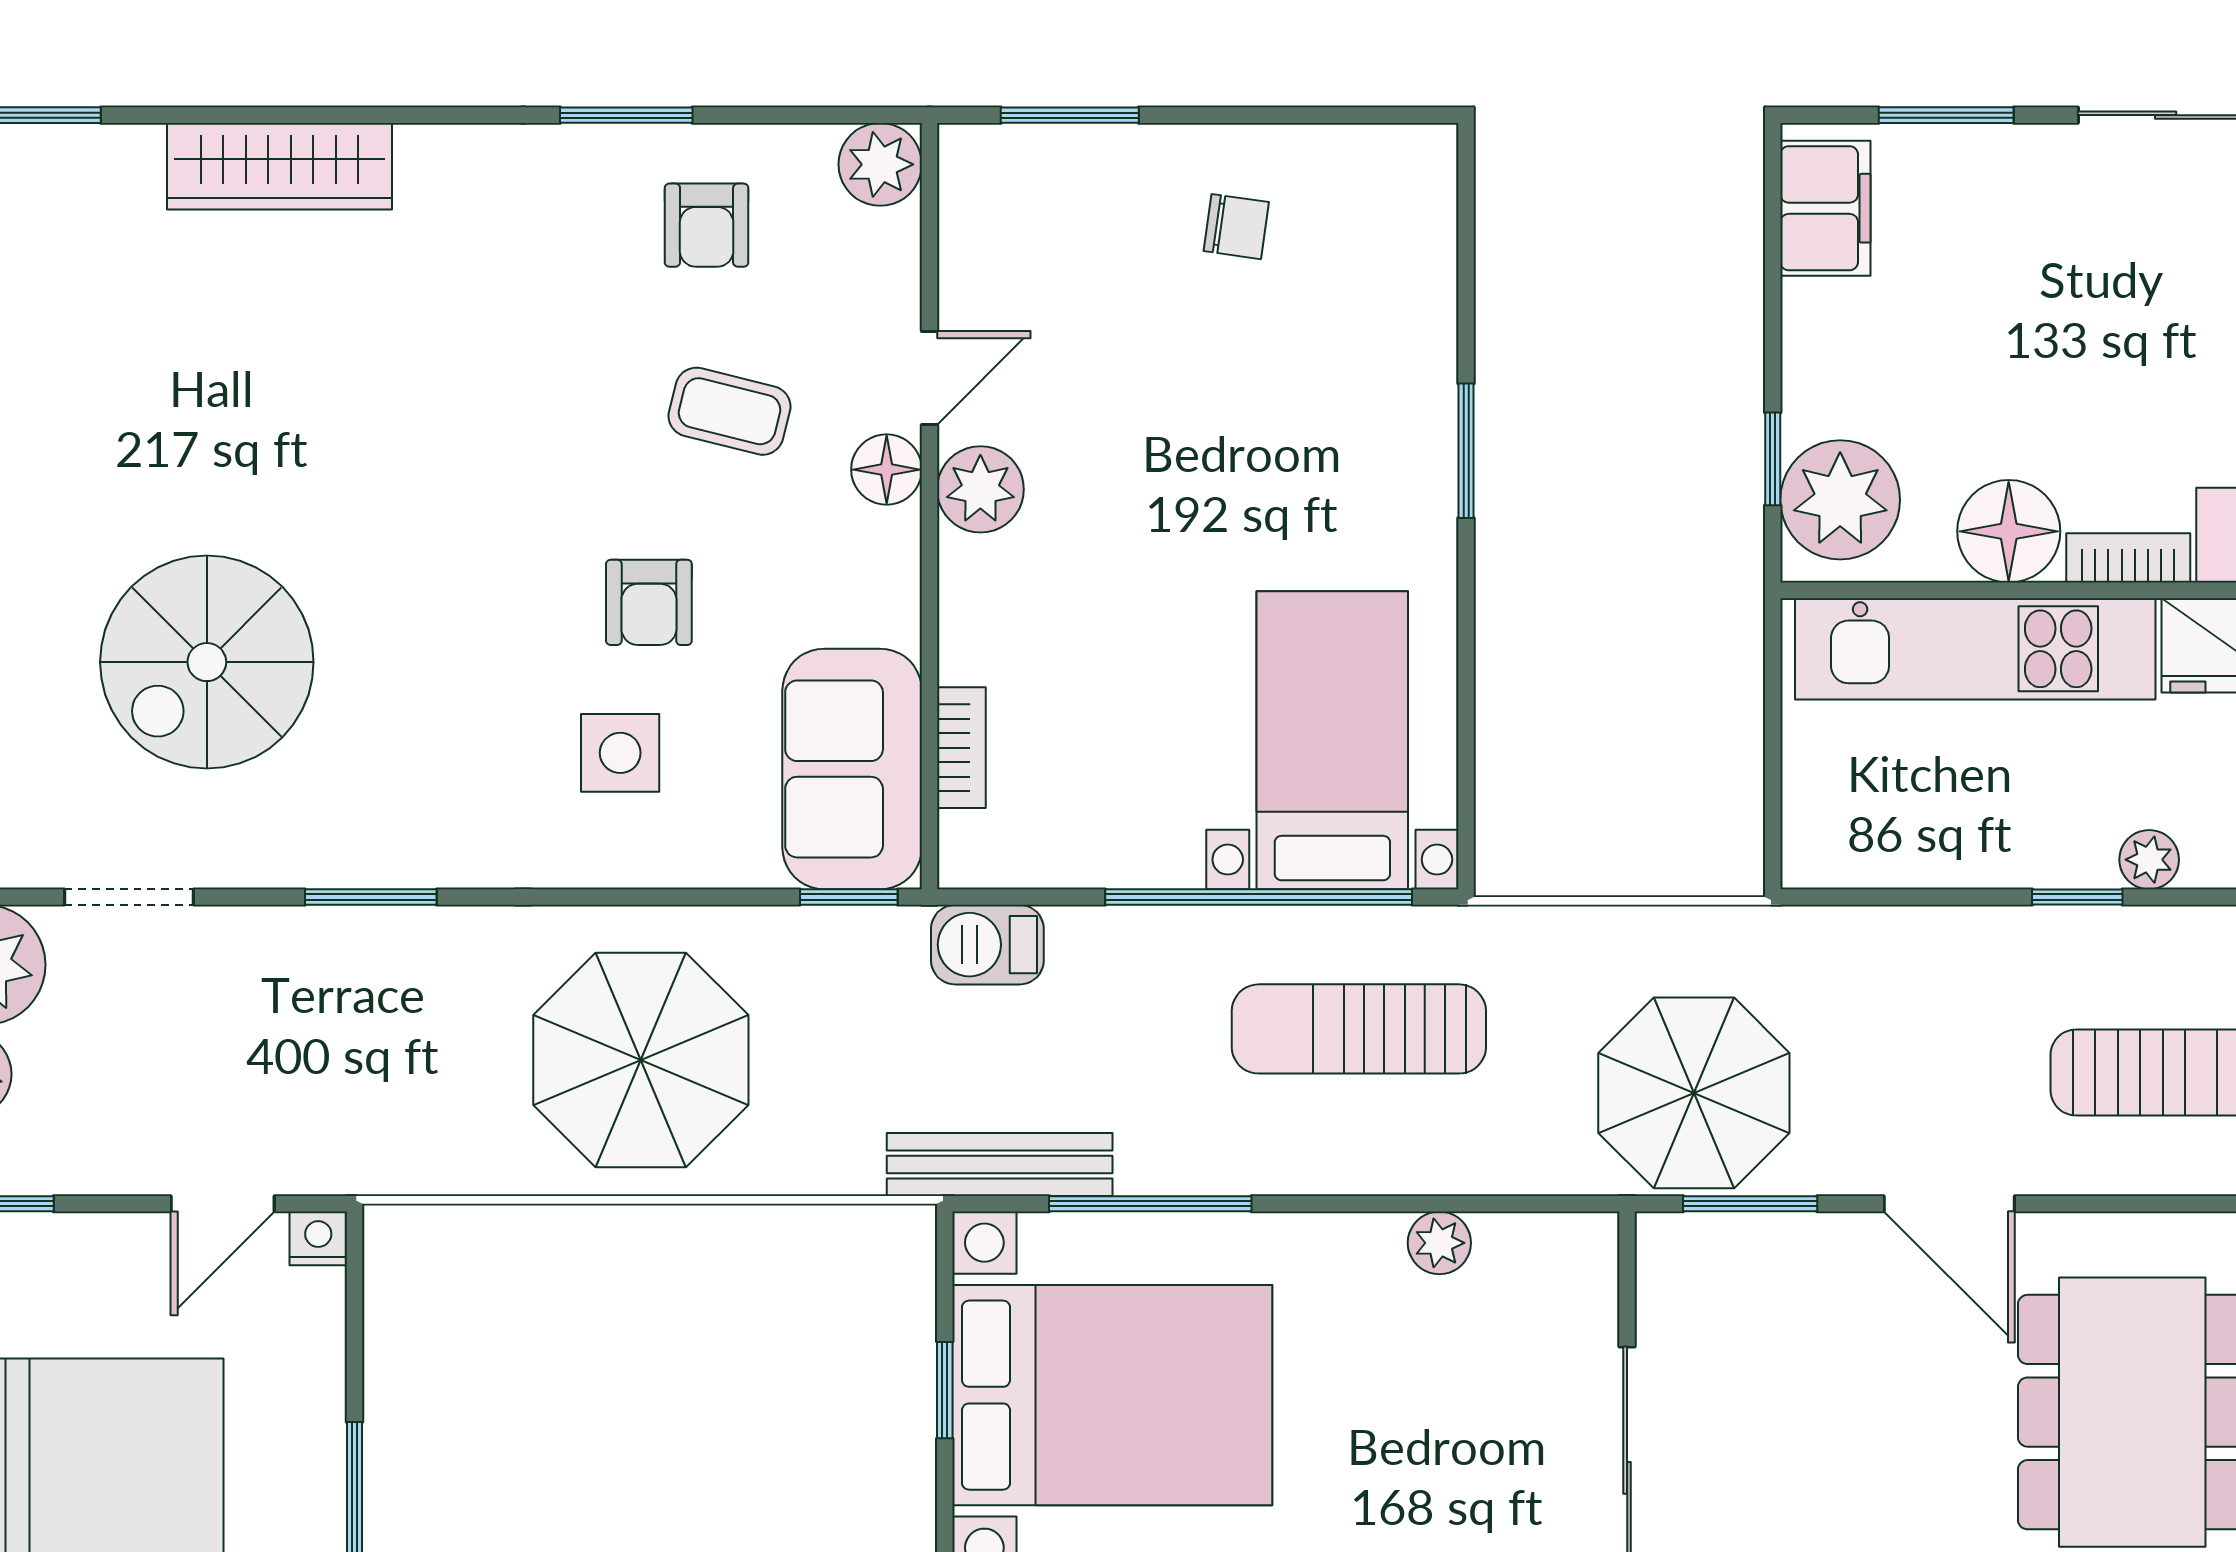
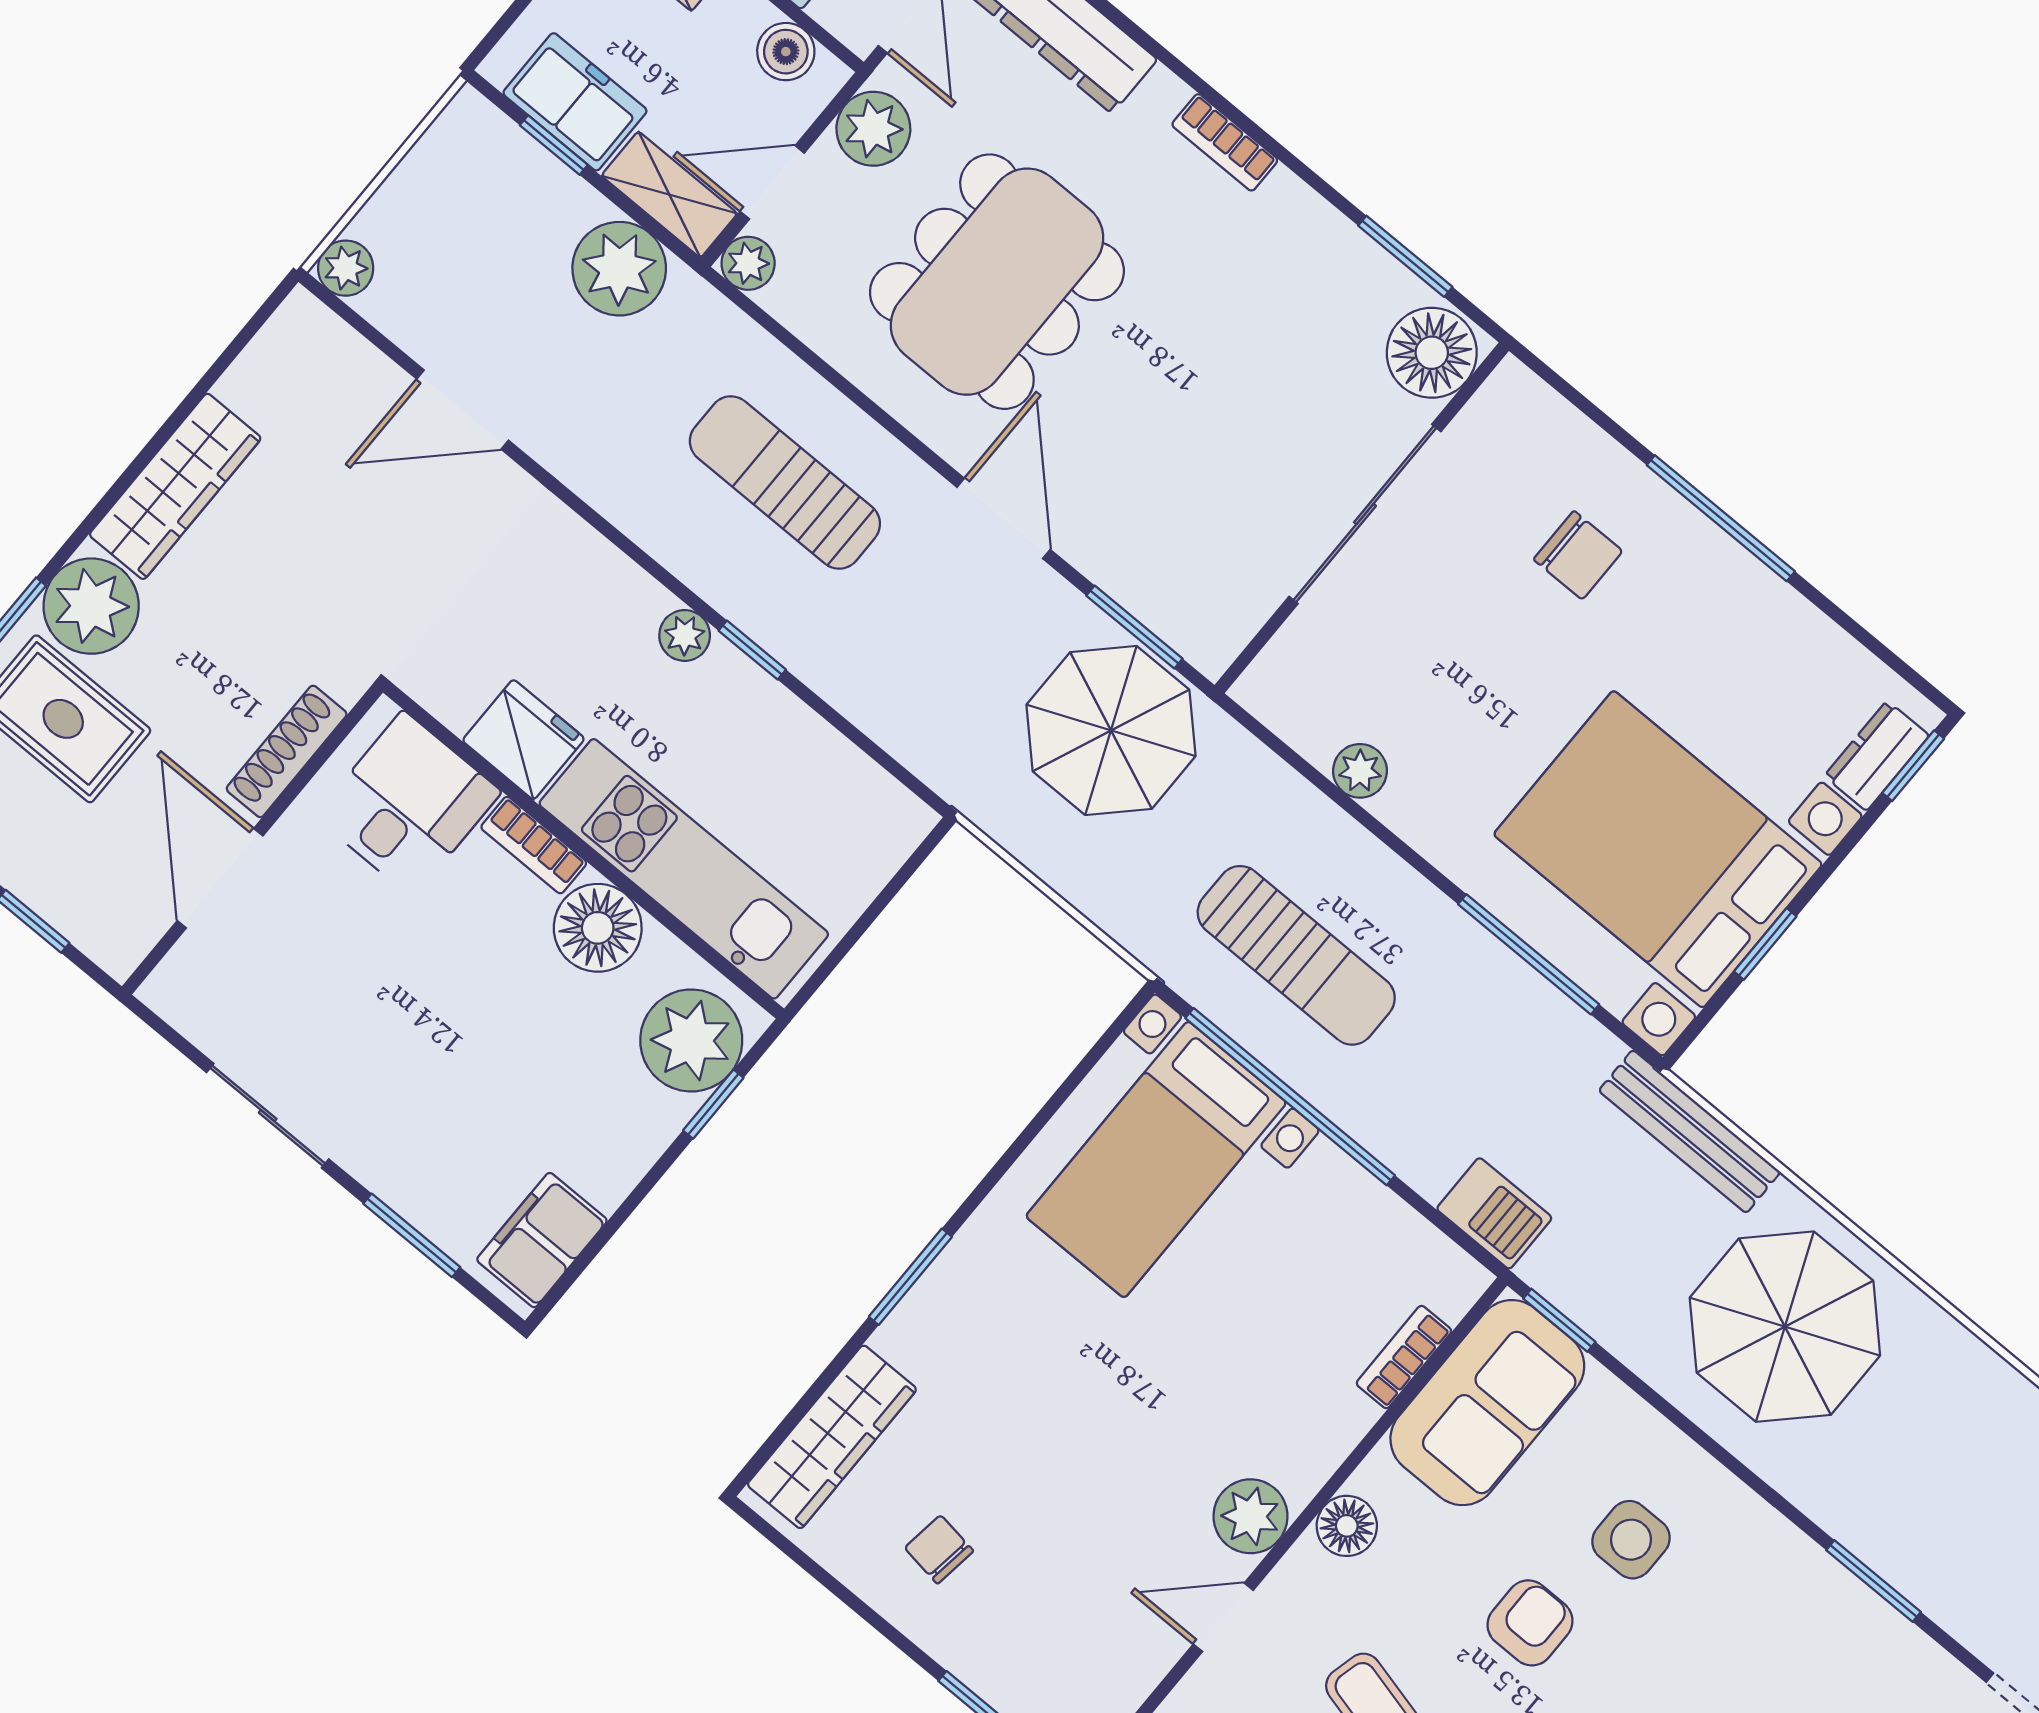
wardrobe: (1417, 248) -> (832, 1437), added
floor lamp: (887, 470) -> (1347, 1526), moved
bench: (1000, 1164) -> (1690, 1131), moved

